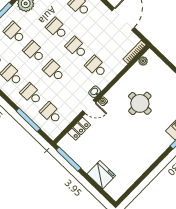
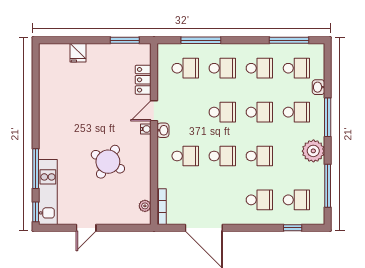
round table: (140, 103) -> (108, 162), turned 30
window: (69, 159) -> (125, 40), width x0.69
fridge: (101, 175) -> (78, 53), width x0.53, depth x0.75

